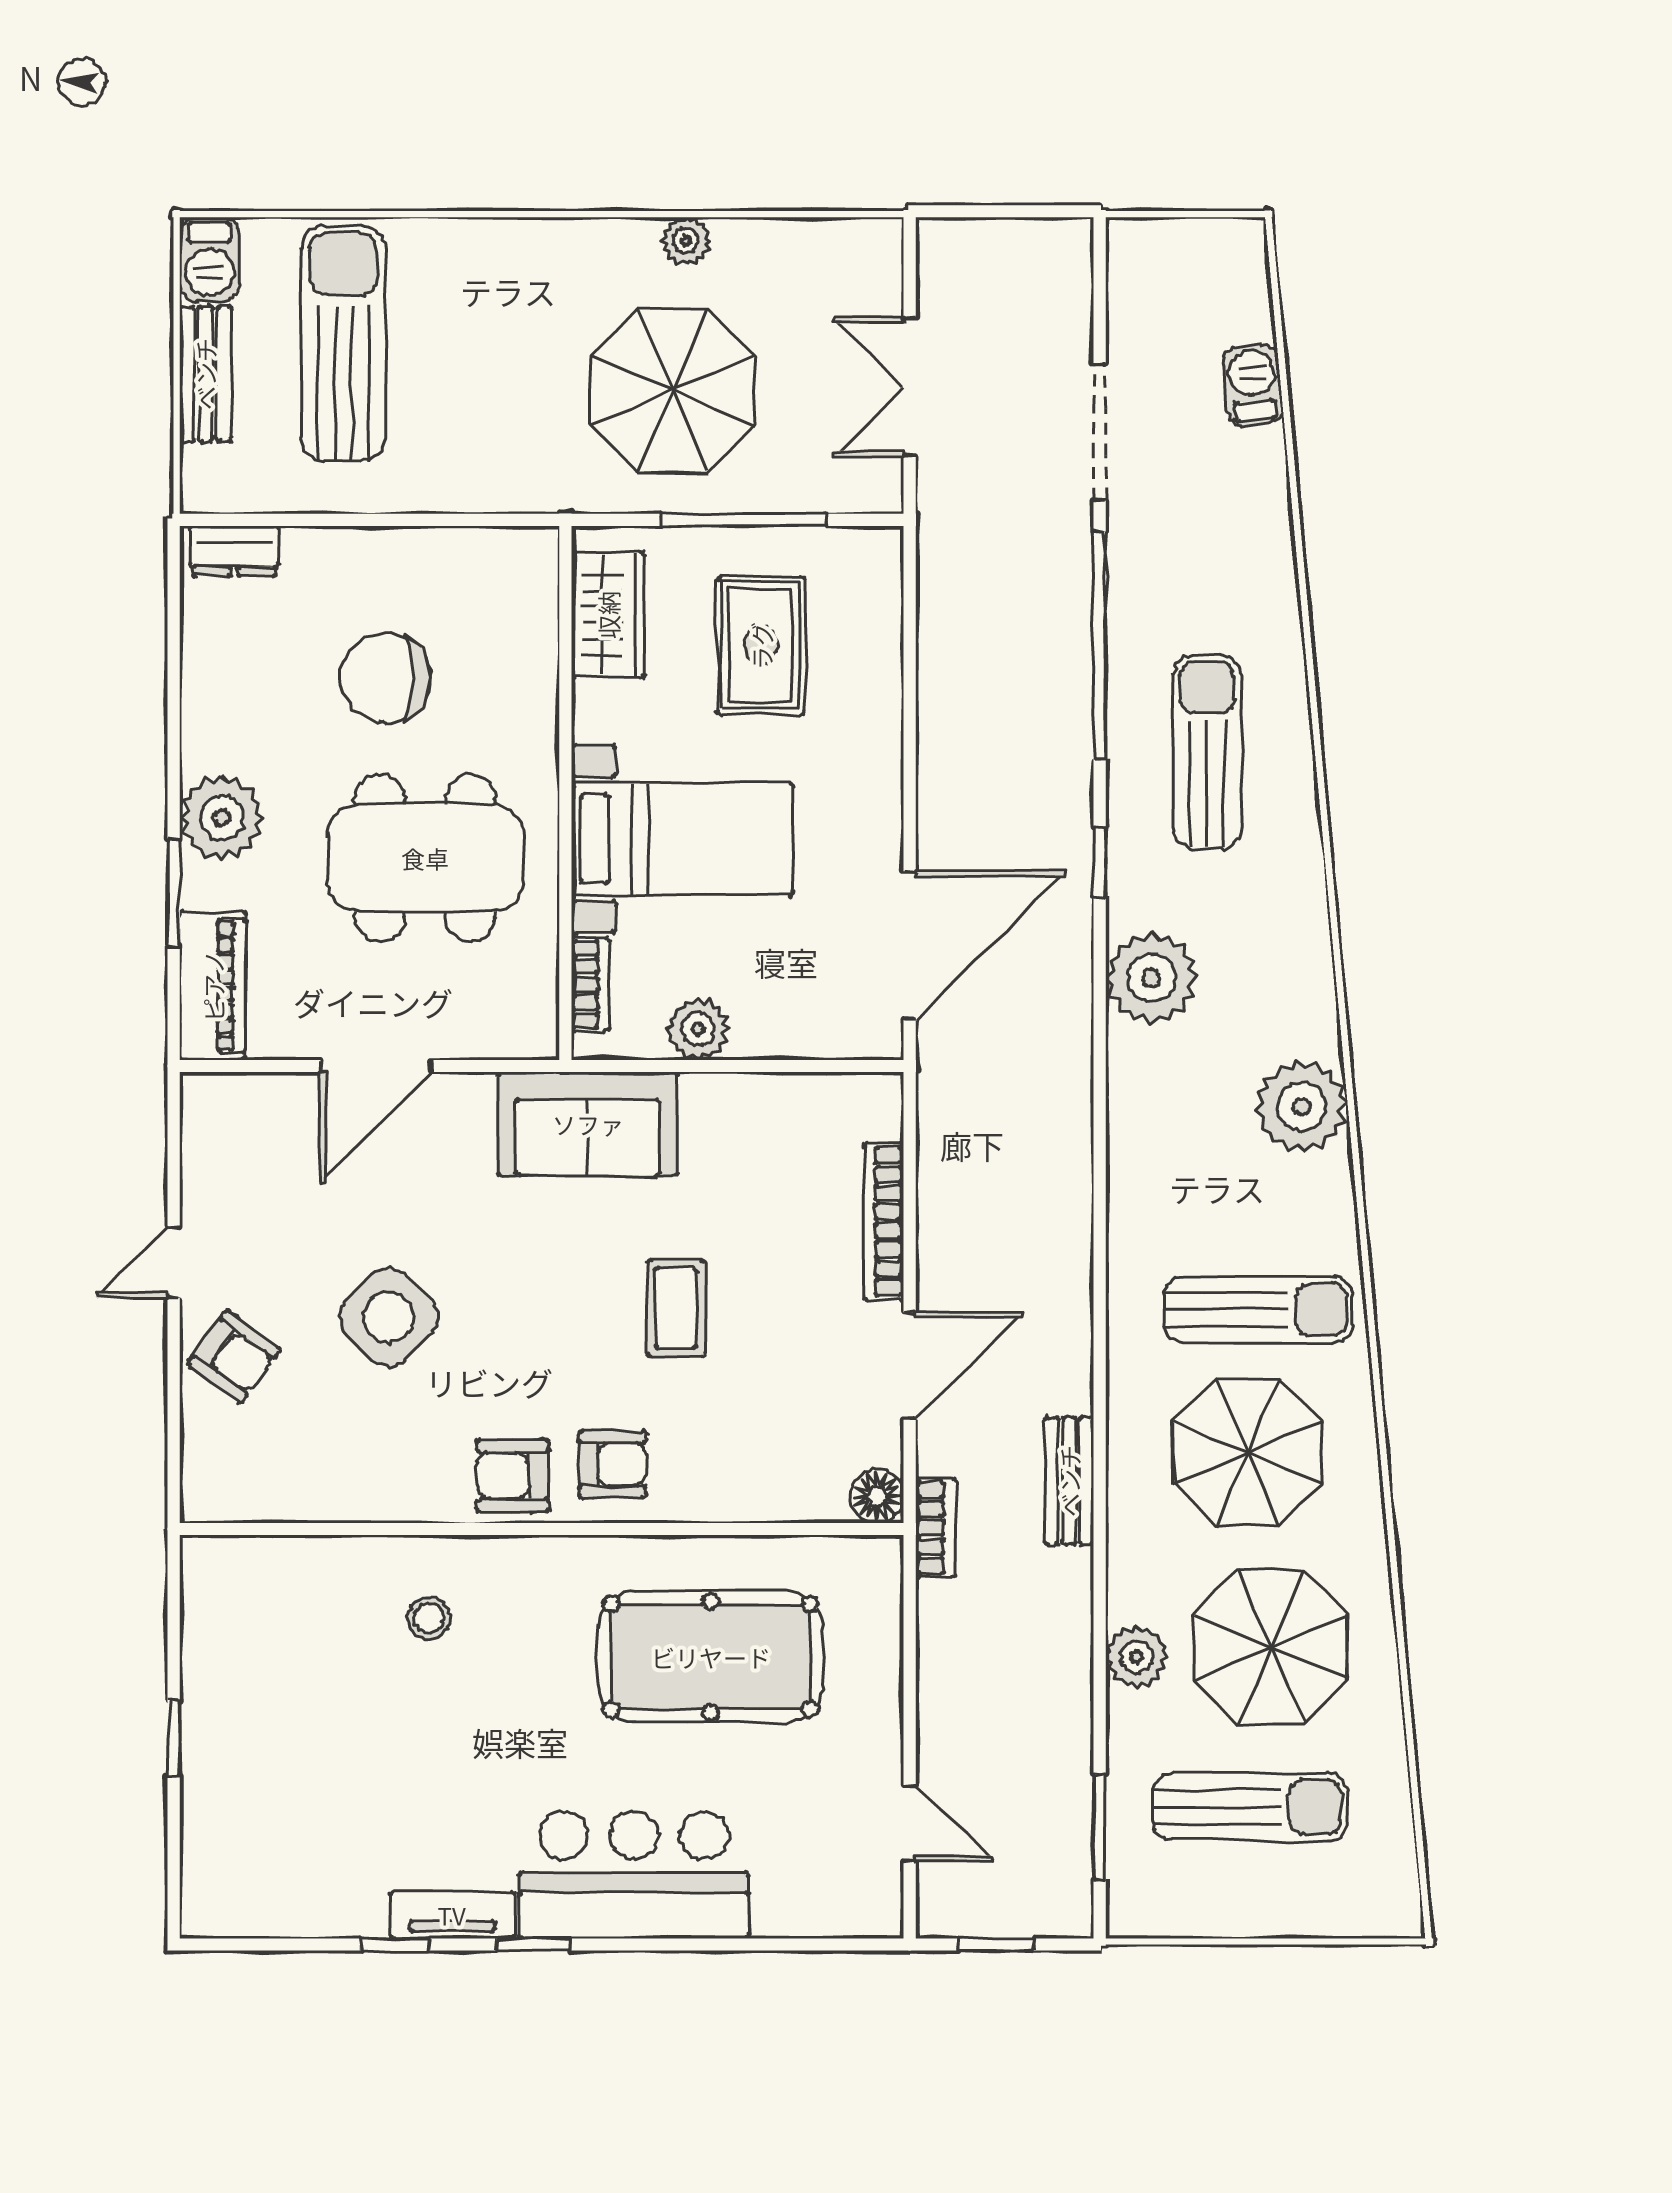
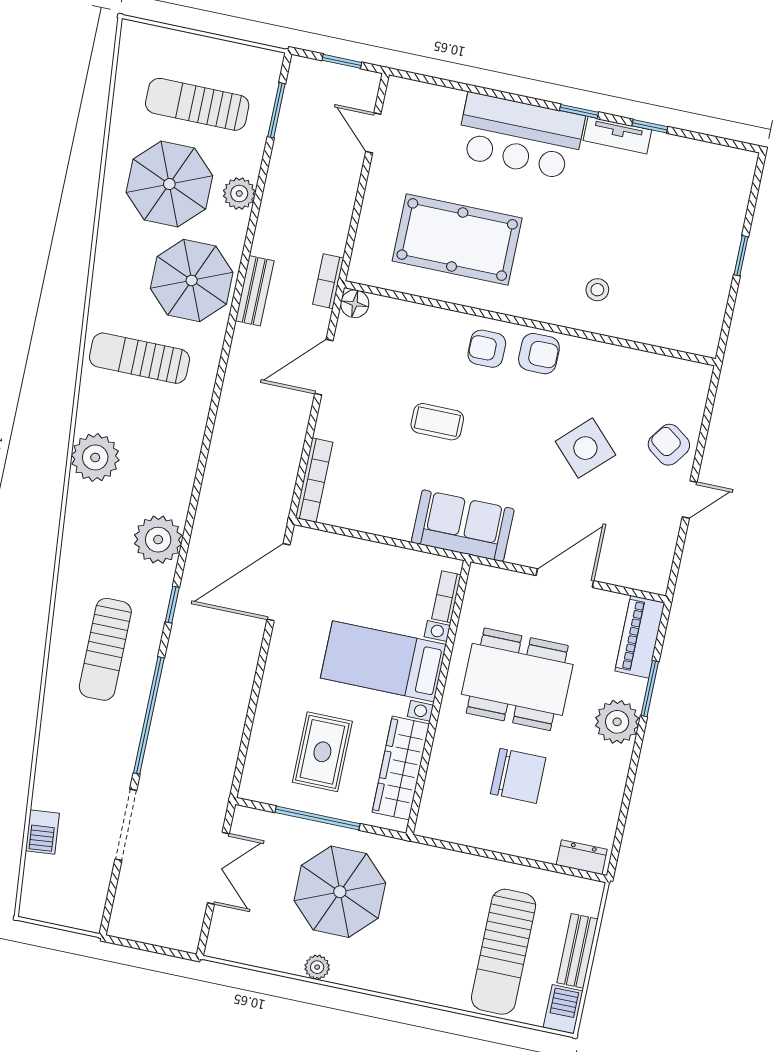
wardrobe: (608, 615) -> (401, 768), width x1.50
plant: (698, 1029) -> (396, 562), removed
bookcase: (884, 1221) -> (314, 480), moved
coffee table: (676, 1308) -> (437, 422), turned 90
parasol: (1248, 1452) -> (192, 280), moved

